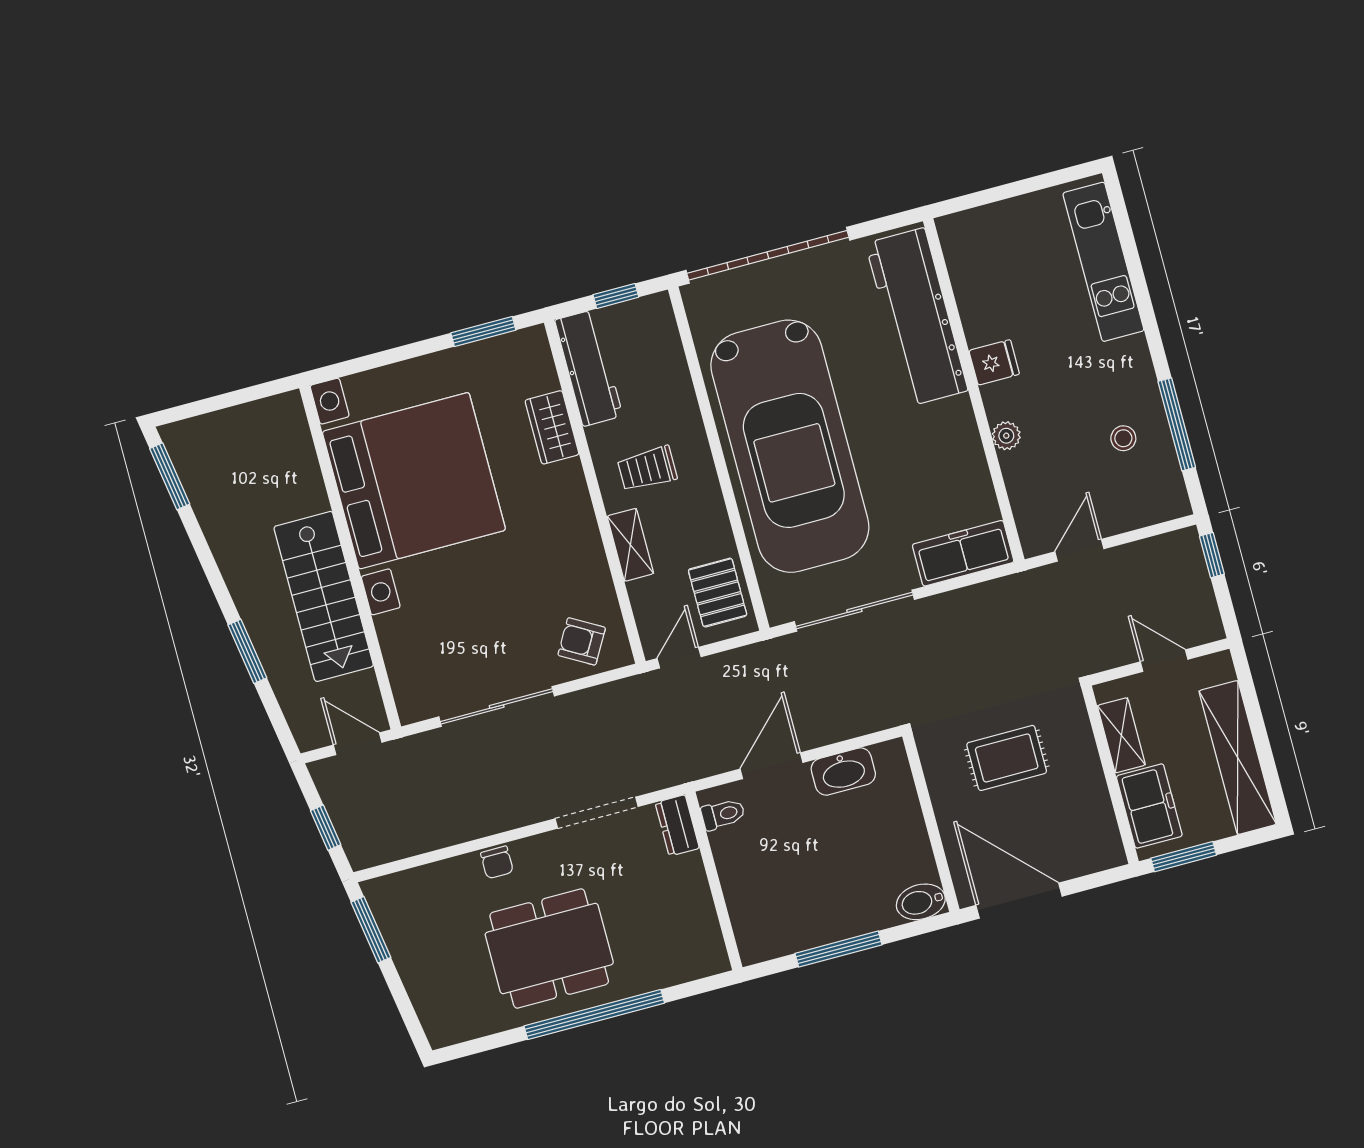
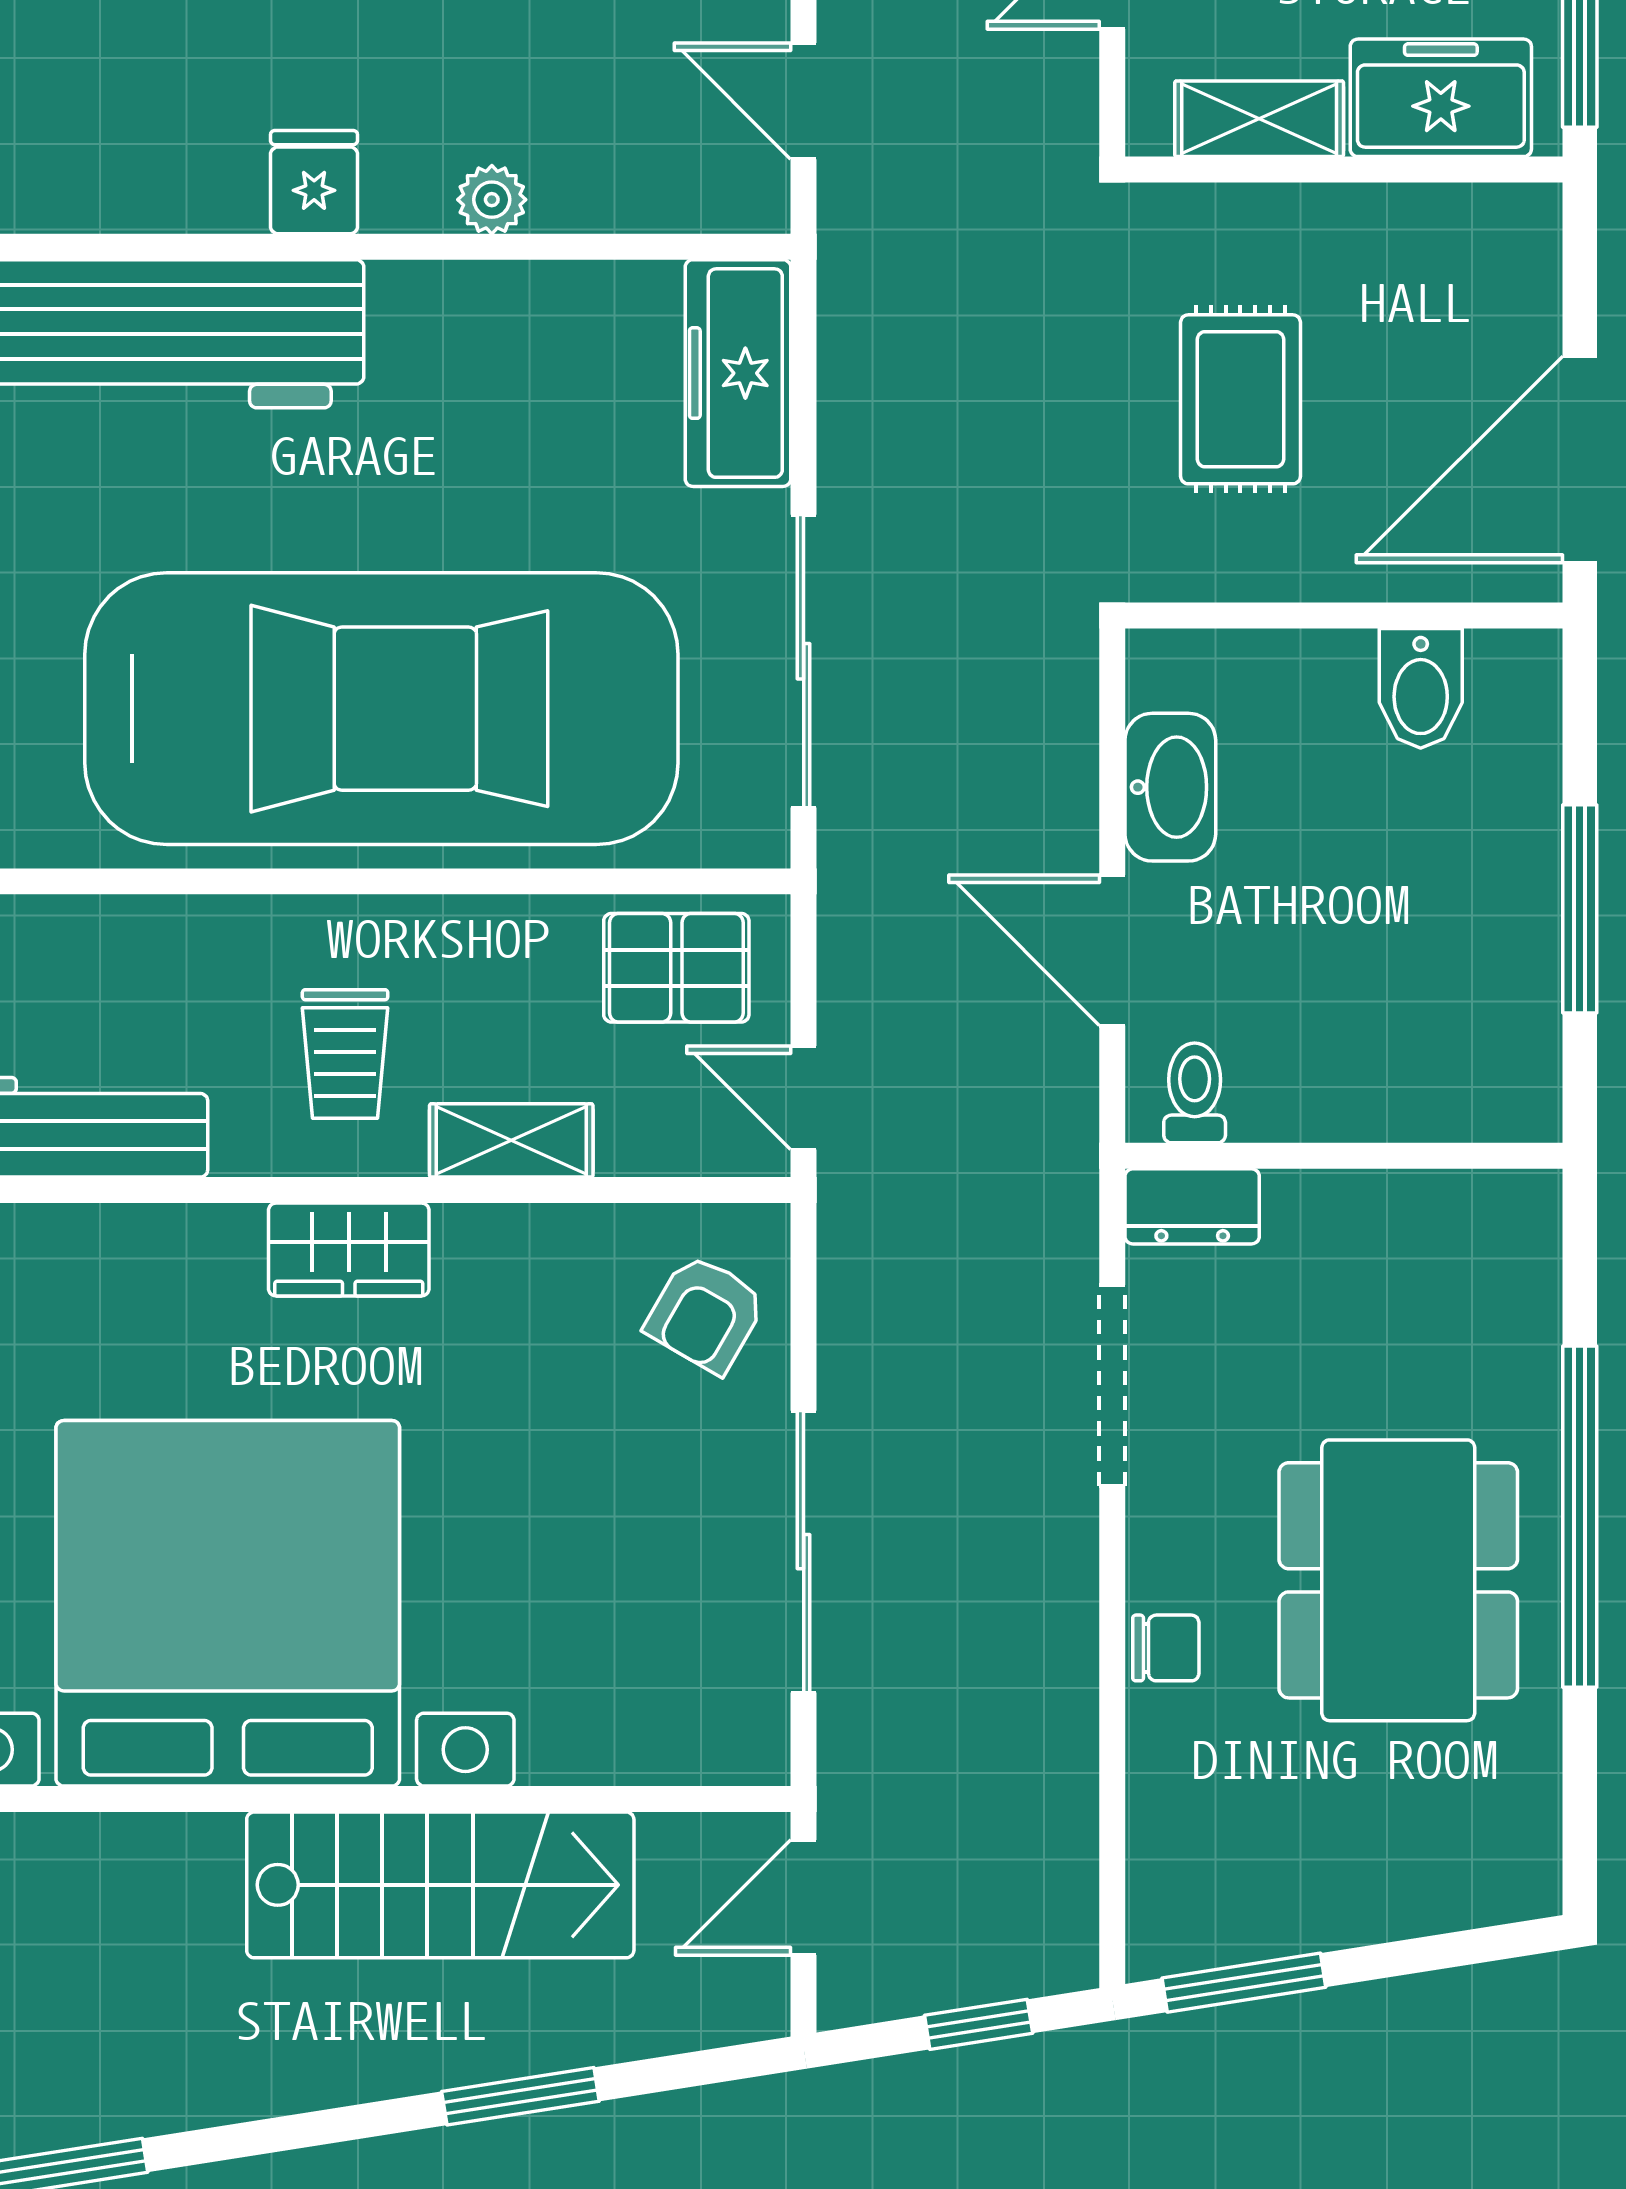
wardrobe: (552, 427) -> (349, 1250), moved
bidet: (921, 902) -> (1421, 688), moved

